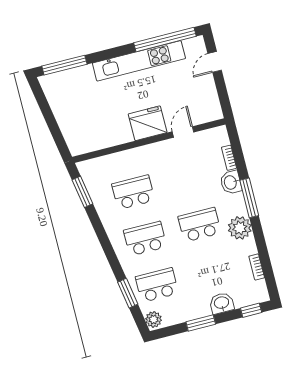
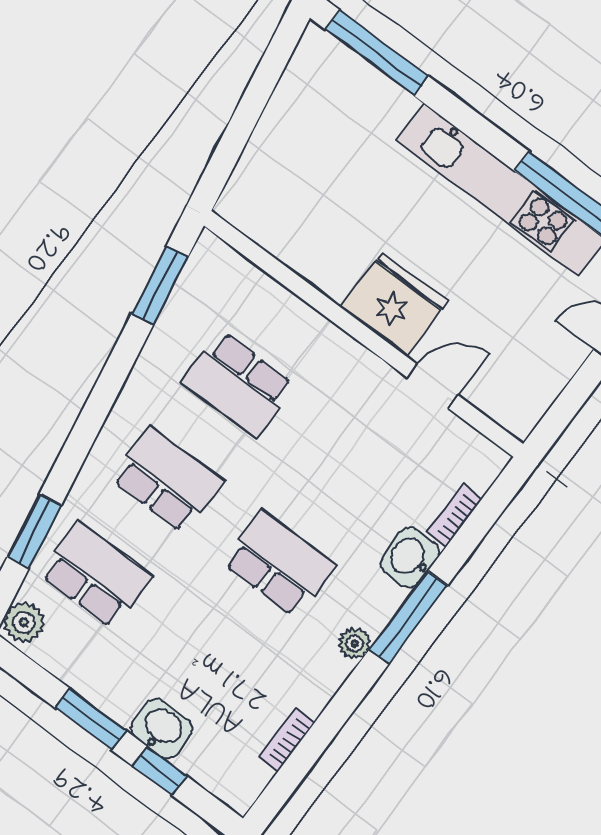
school desk: (133, 192) -> (238, 384), turned 180
plant: (240, 228) -> (355, 643), width x0.53, depth x0.53
window: (251, 310) -> (159, 771), moved

